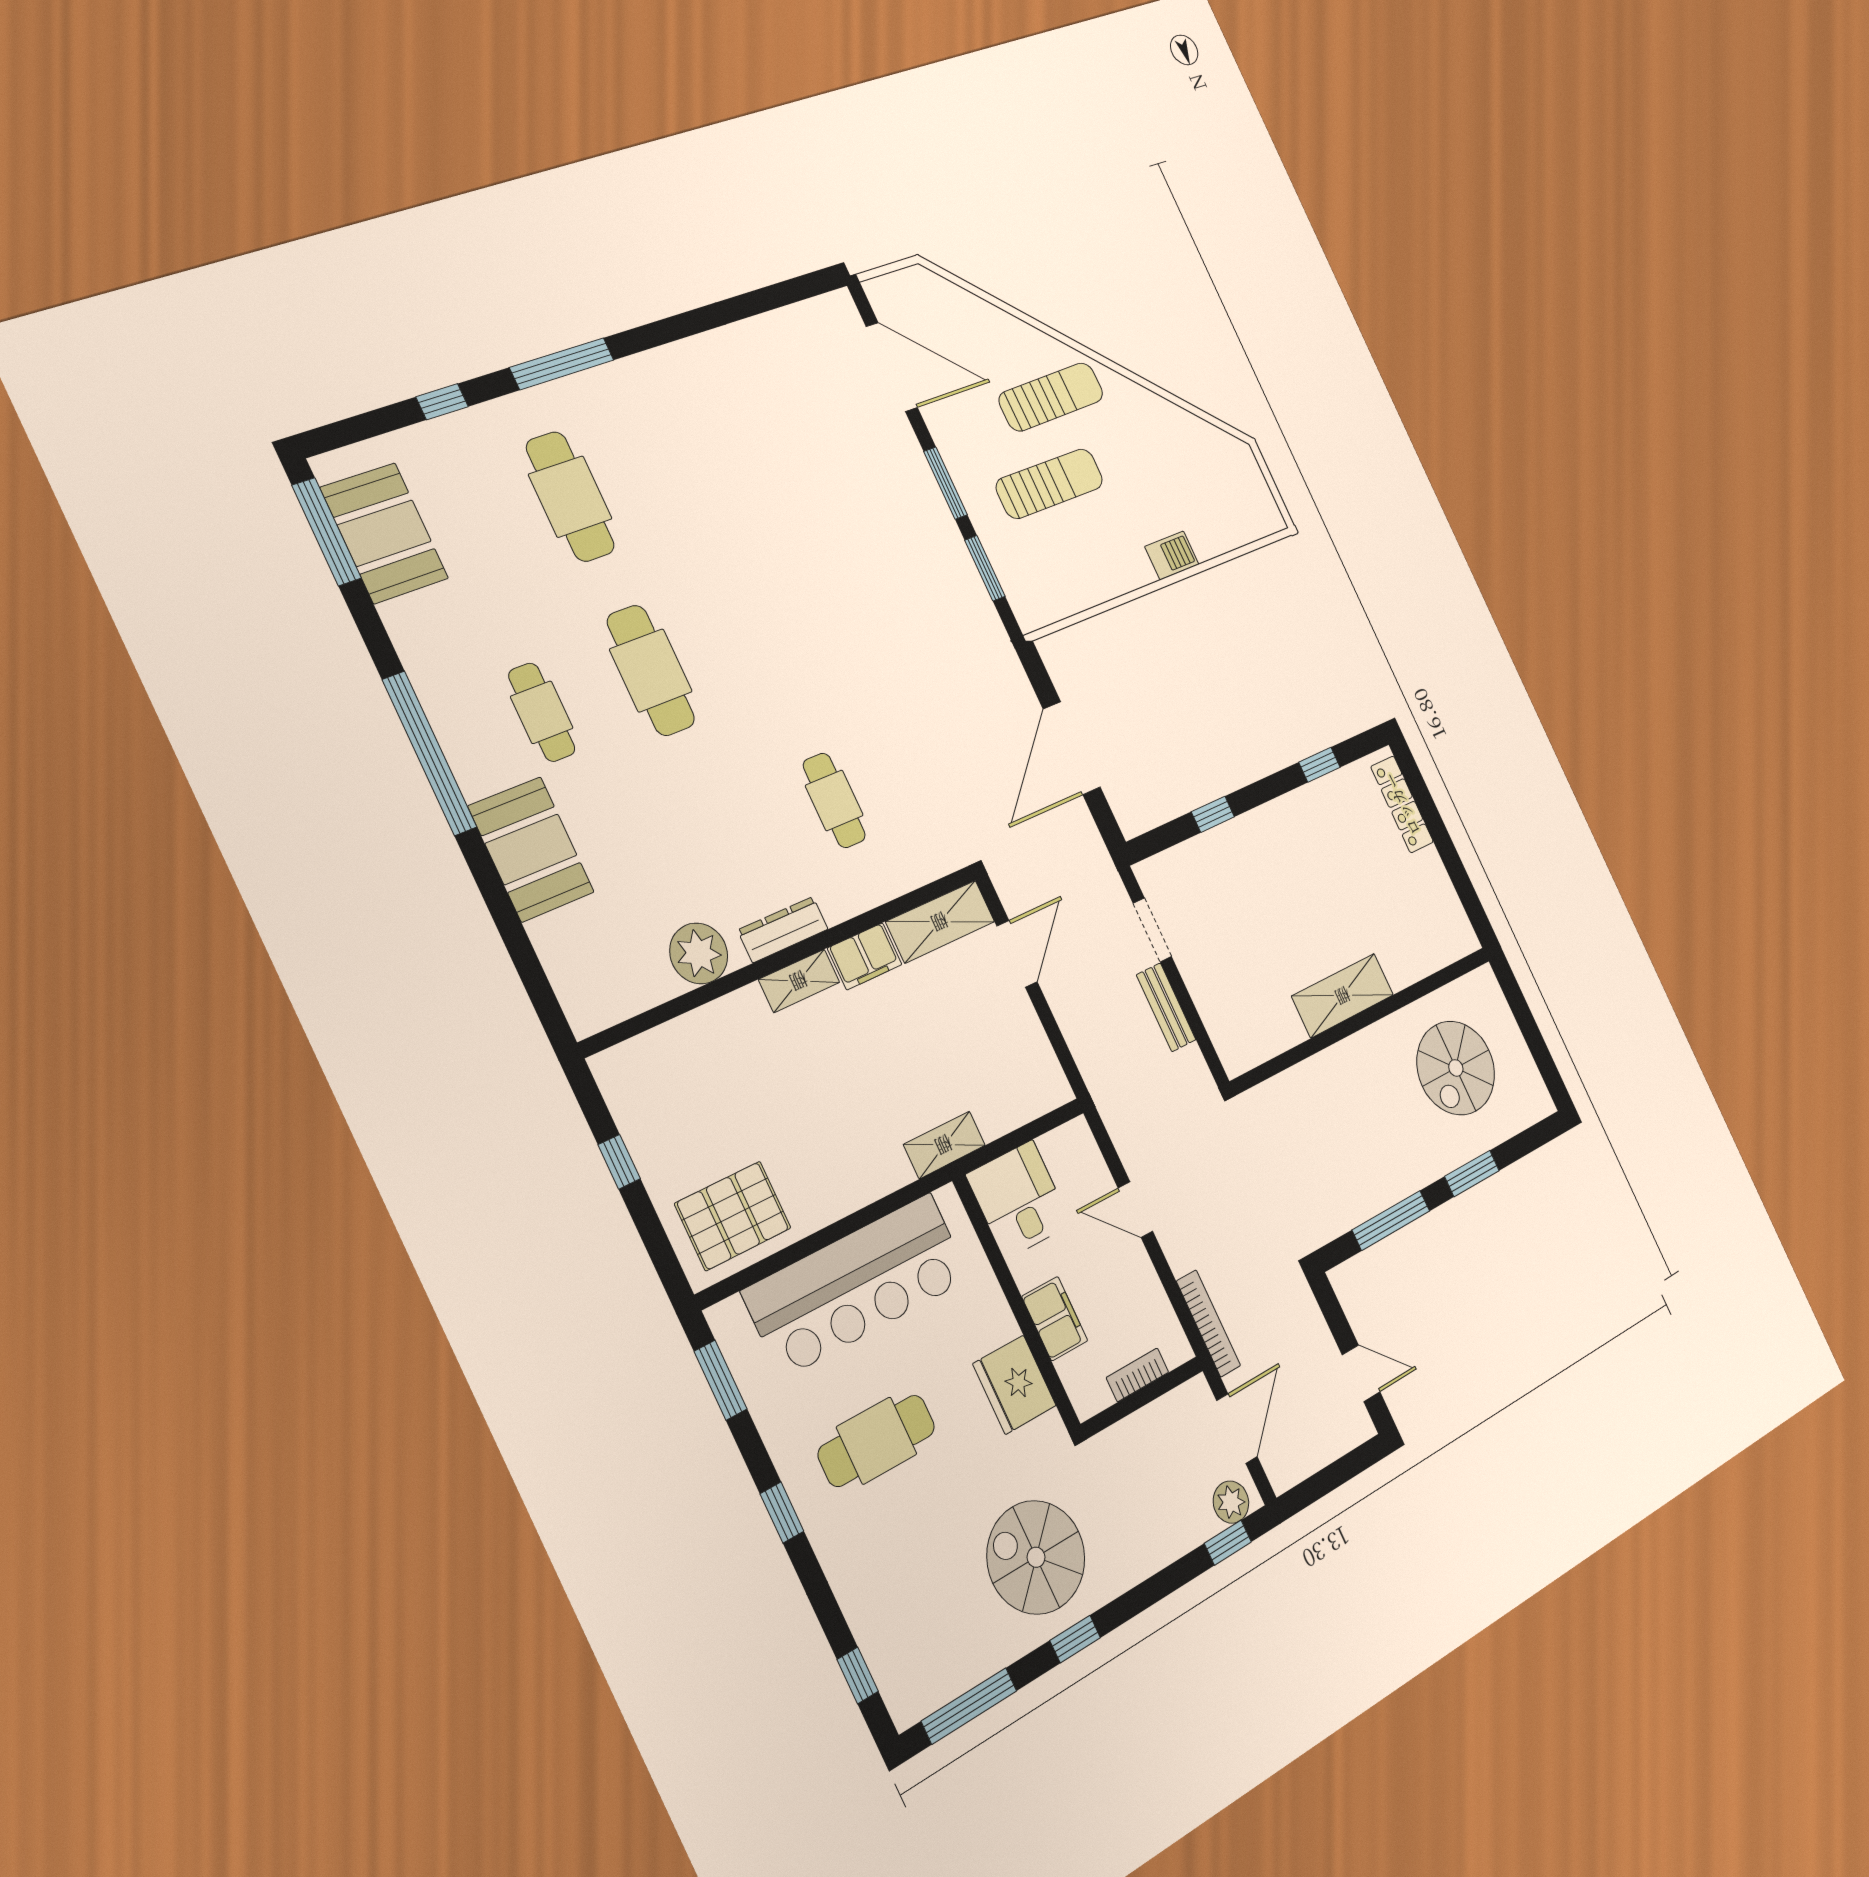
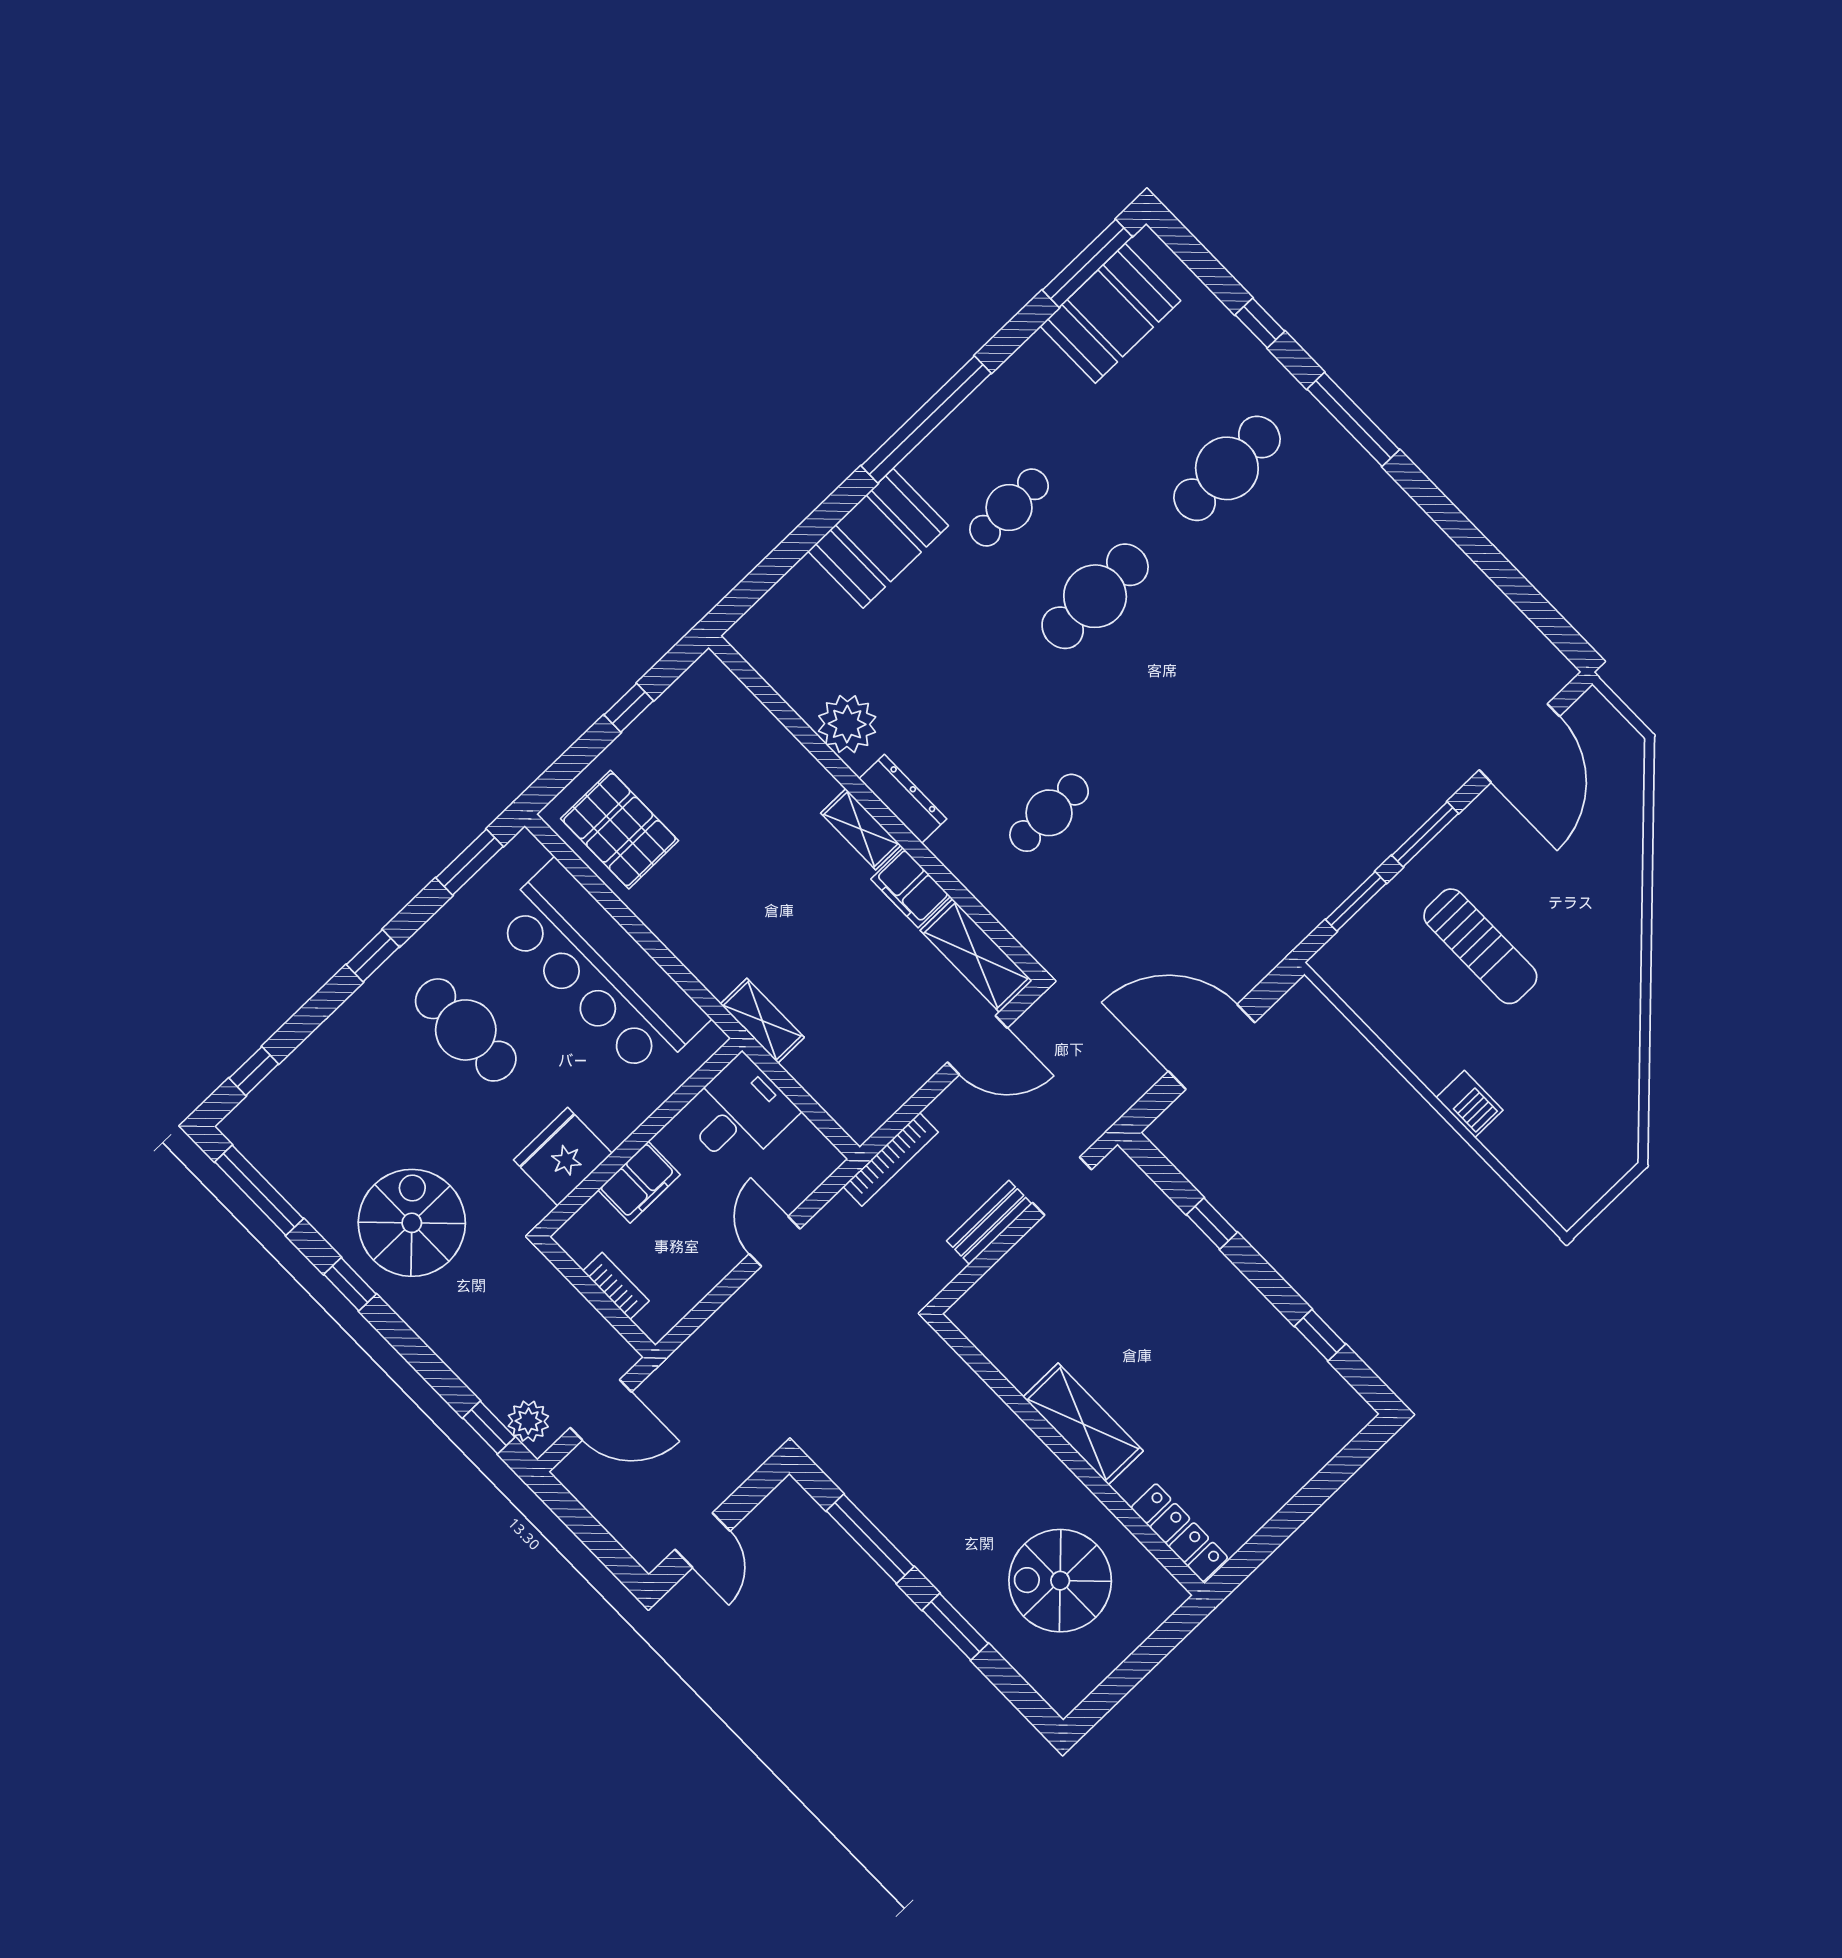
sun lounger: (1051, 397) -> (1576, 922), removed
locker: (1402, 804) -> (1179, 1533), moved, turned 90
bookcase: (1208, 1323) -> (891, 1159), moved

